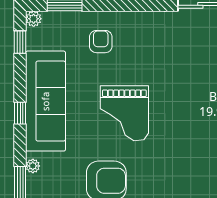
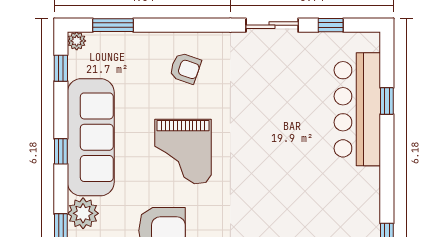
armchair: (101, 42) -> (185, 68), moved, turned 109
plant: (33, 166) -> (83, 213), width x1.88, depth x1.88

